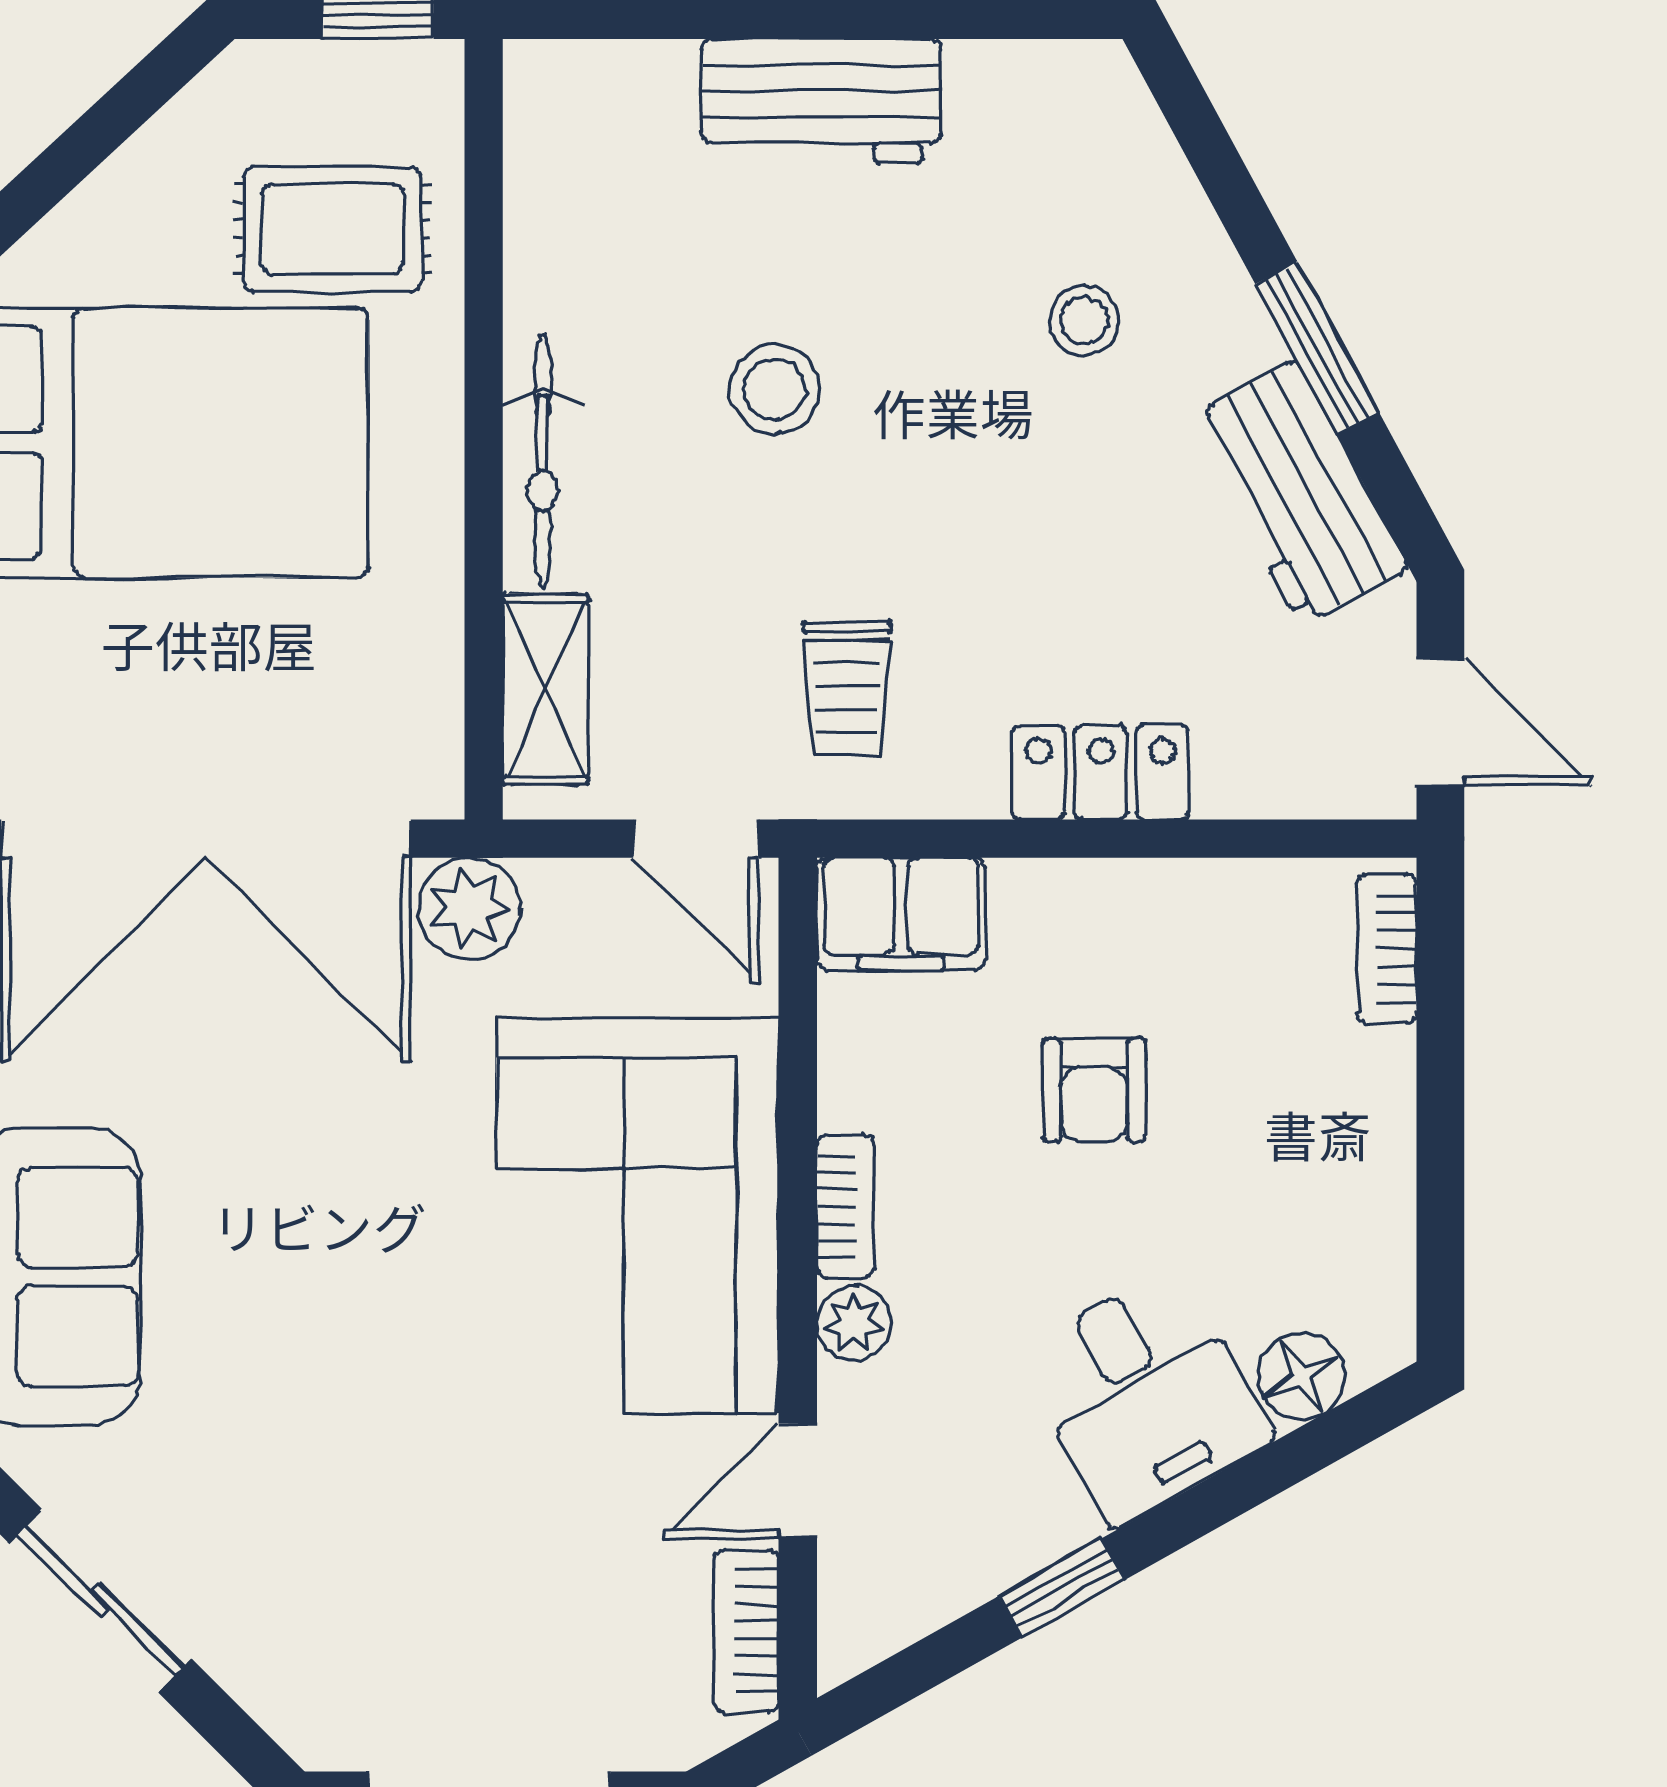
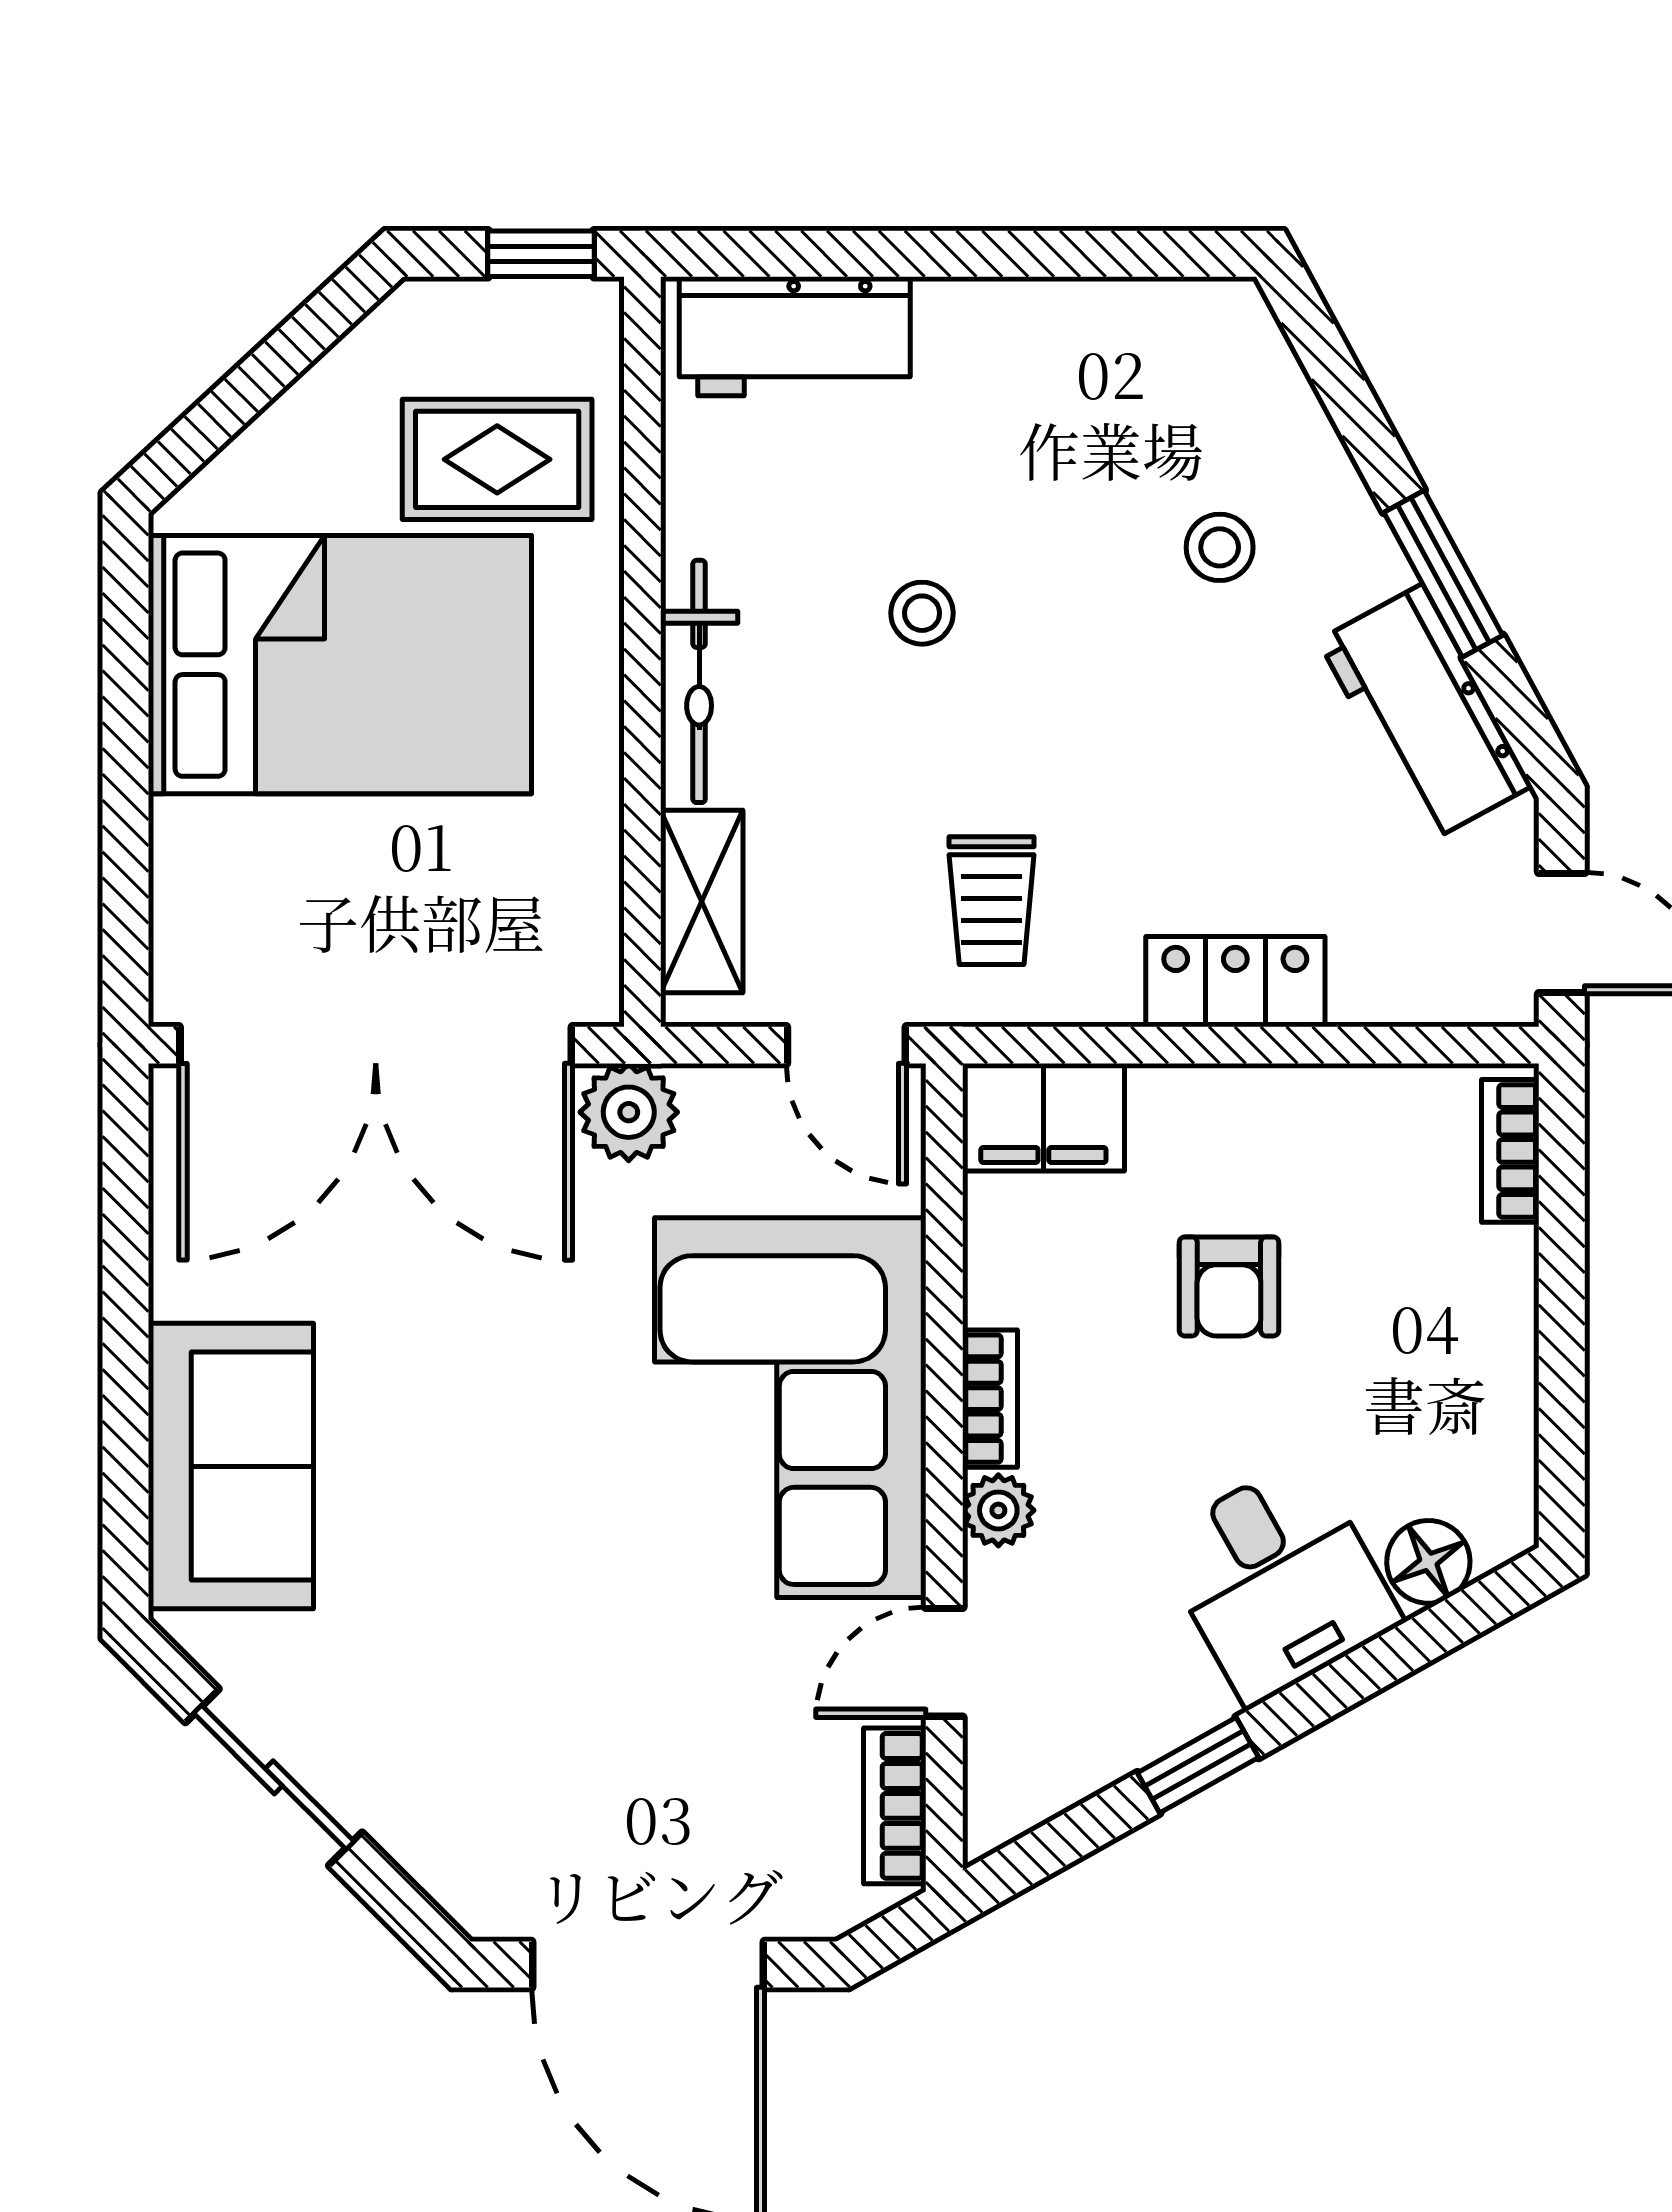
workbench: (821, 101) -> (795, 336), moved
stool: (775, 389) -> (922, 613), width x0.73, depth x0.73

